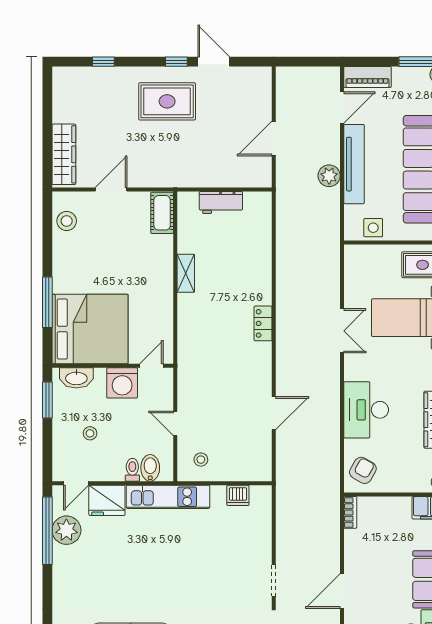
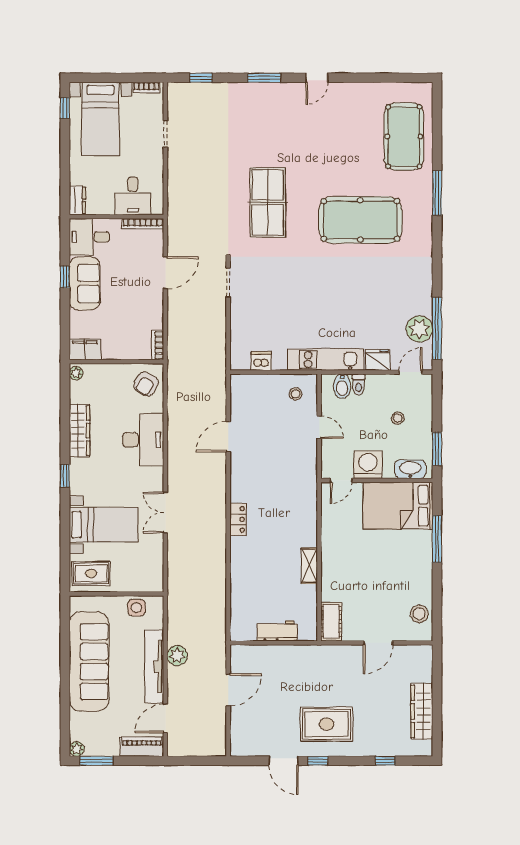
wardrobe: (64, 154) -> (422, 711), moved
bed: (90, 329) -> (398, 506), width x0.73
fridge: (107, 500) -> (378, 360), width x0.73, depth x0.75

